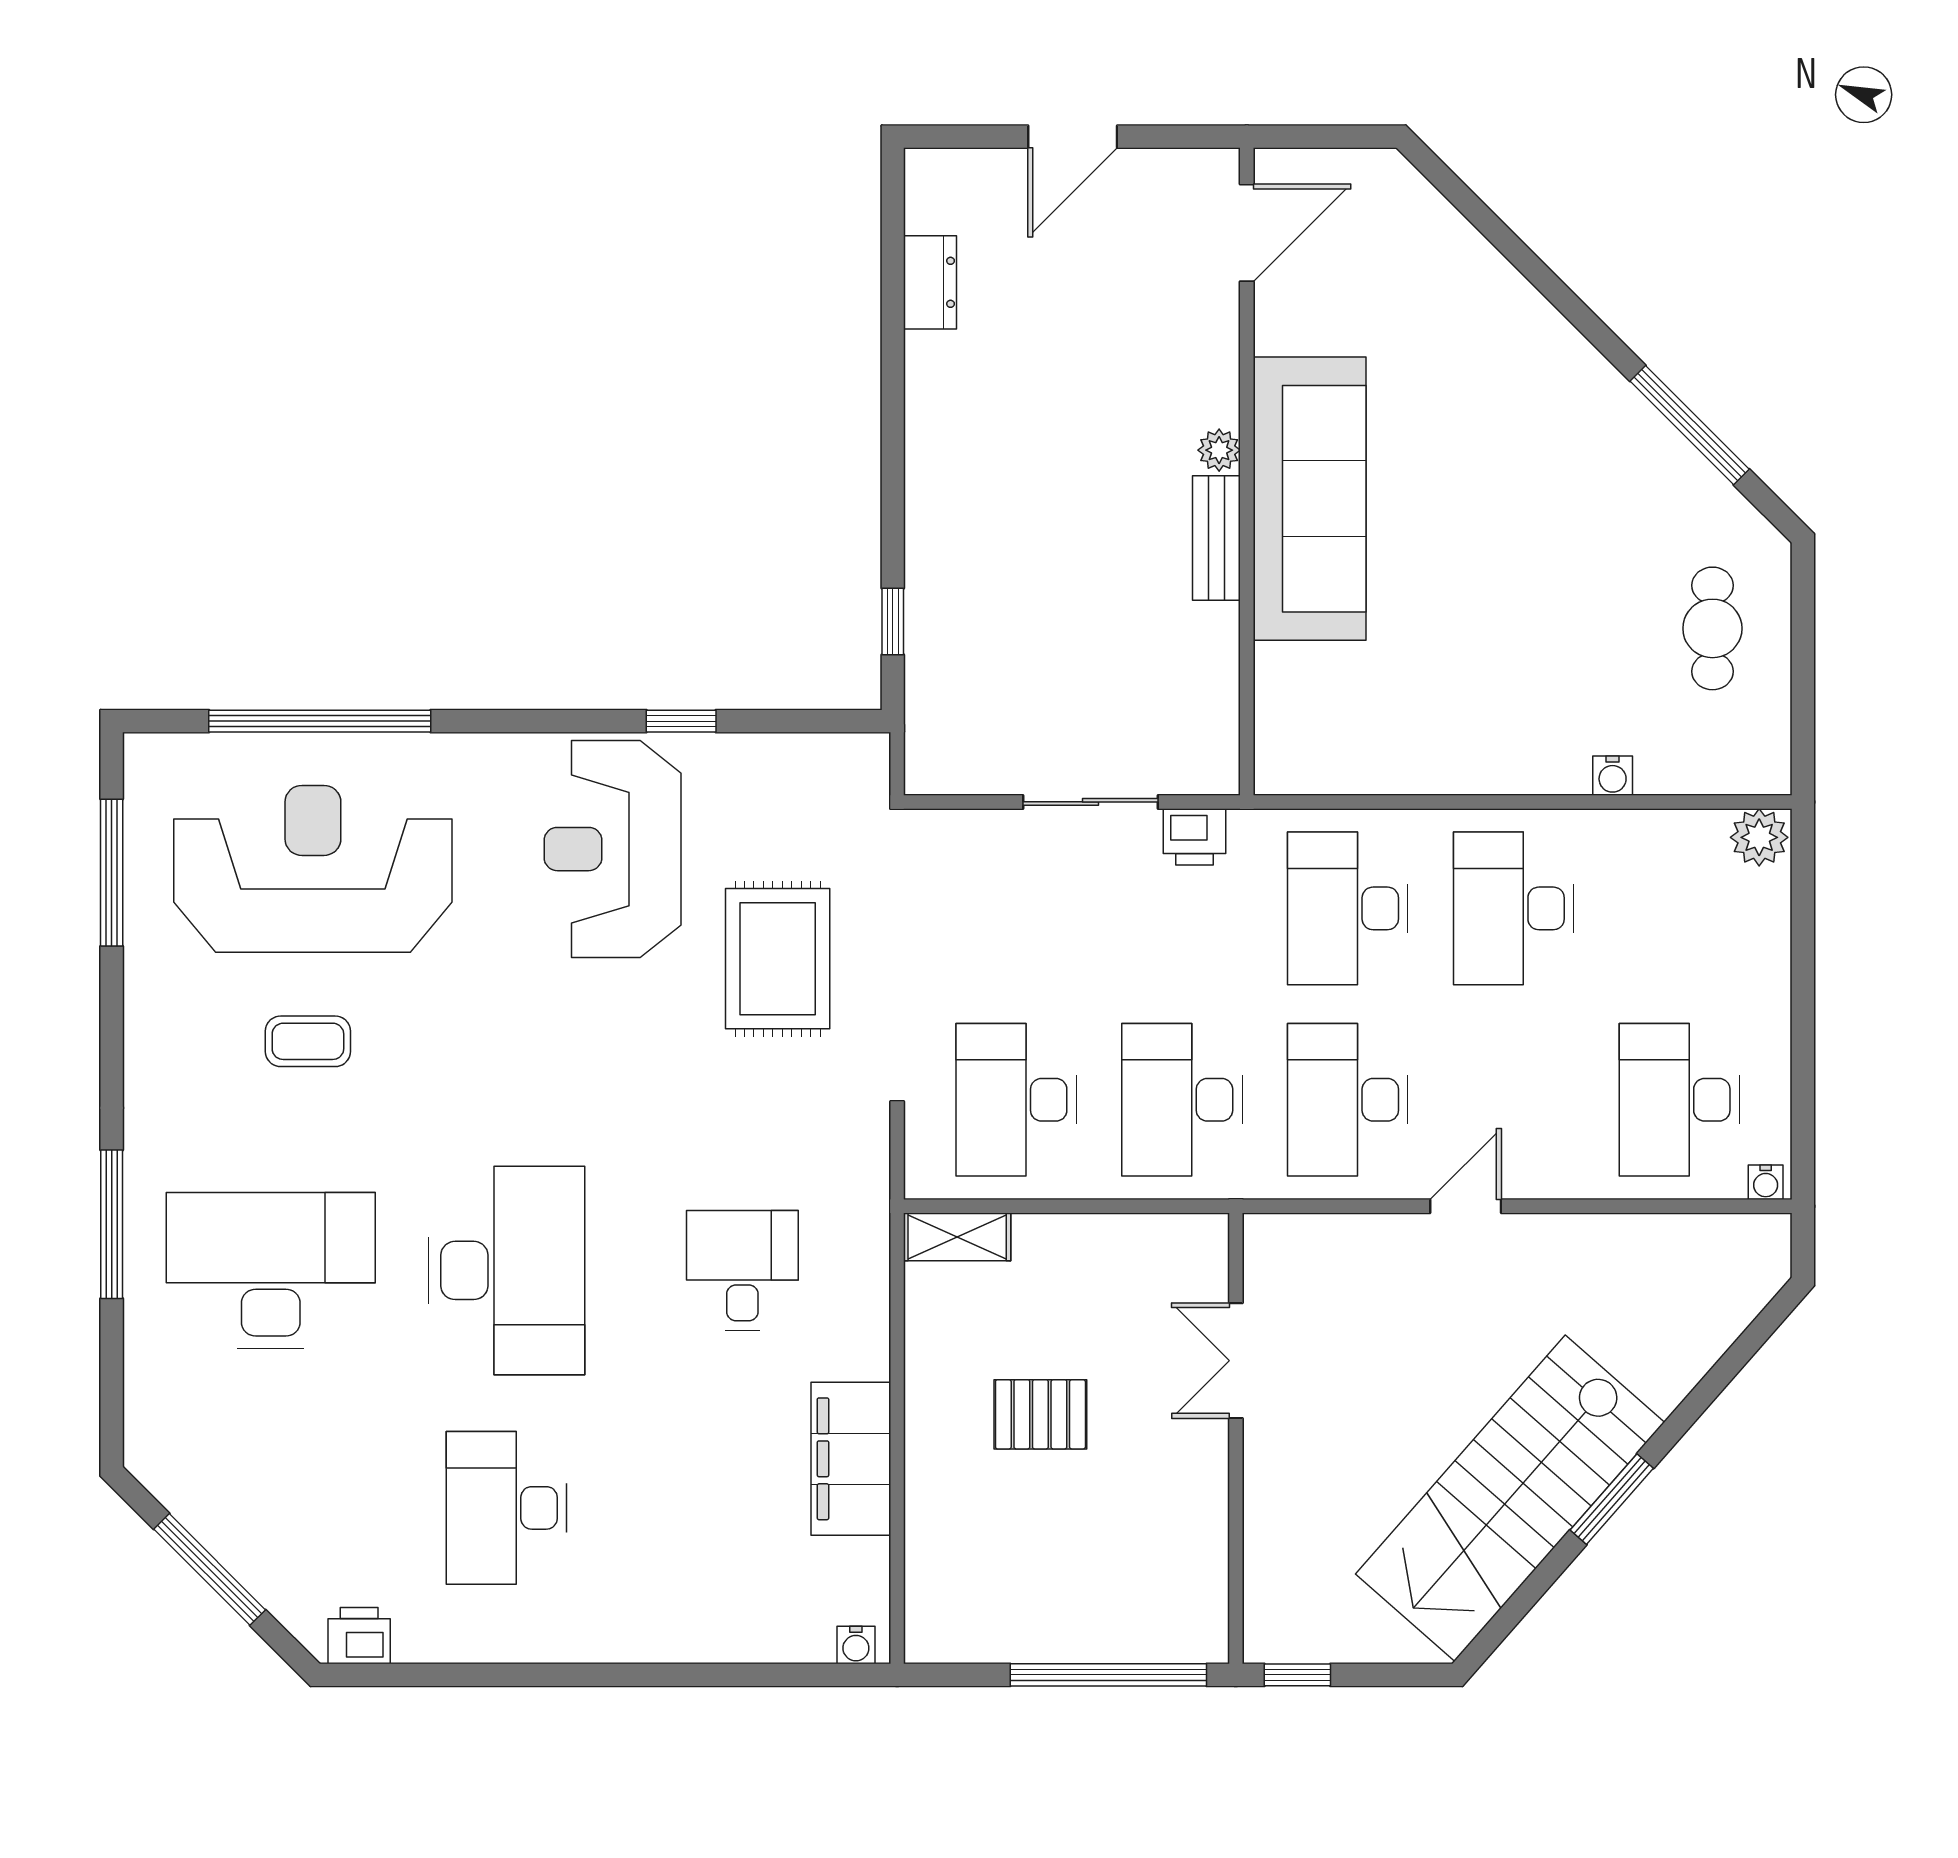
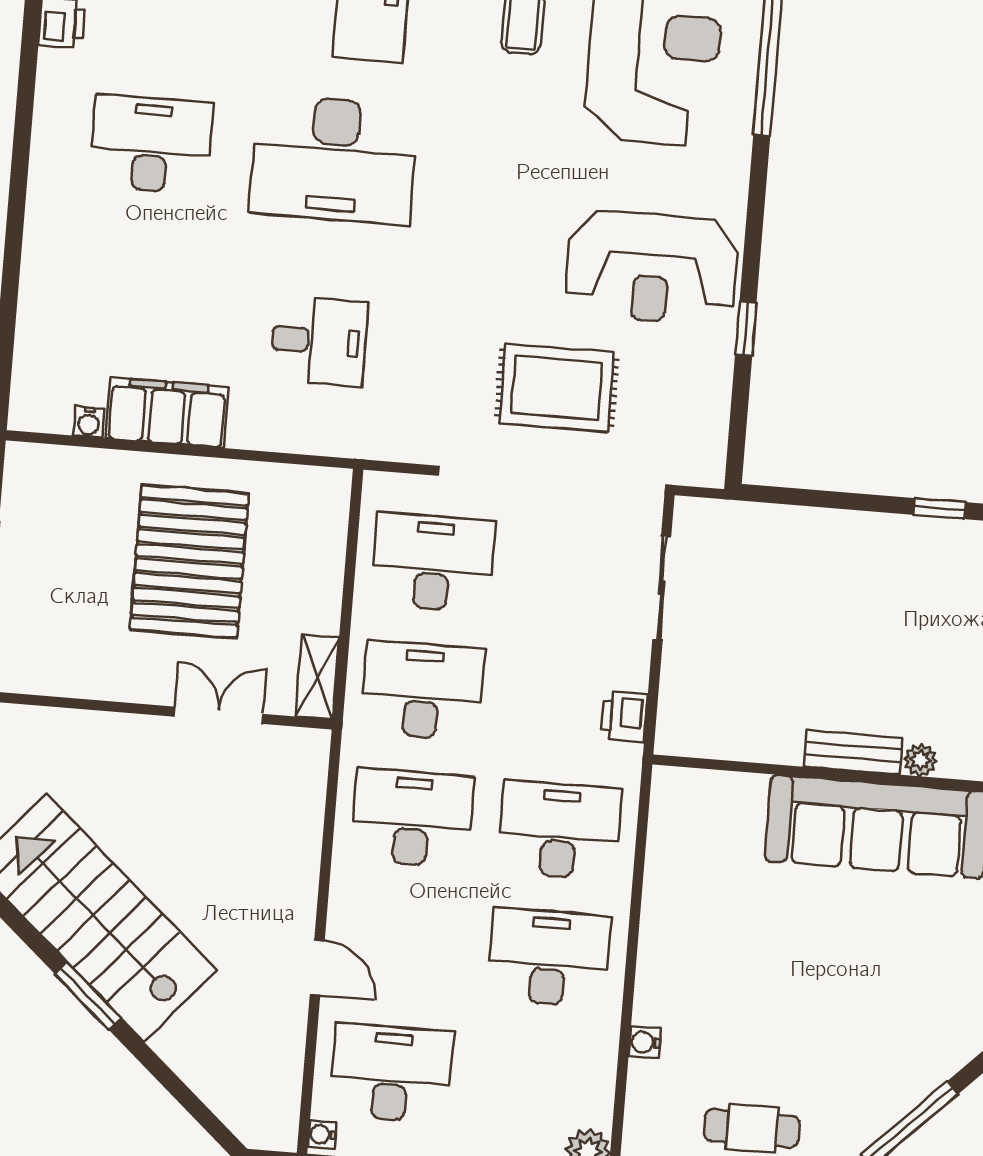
window: (893, 622) -> (939, 509), moved
sliding door: (1091, 802) -> (662, 588), moved
reception desk: (613, 849) -> (652, 268), turned 180
door: (1466, 1206) -> (317, 968), moved
shelving: (957, 1237) -> (317, 677), moved
pallet: (1040, 1414) -> (189, 561), width x2.05, depth x2.00
water cooler: (856, 1645) -> (89, 422), moved, turned -90

